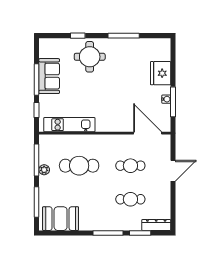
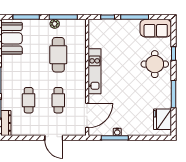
fridge: (161, 73) -> (162, 119), moved, turned -90
sofa: (49, 76) -> (156, 28), moved
kitchen unit: (69, 125) -> (95, 71), moved

